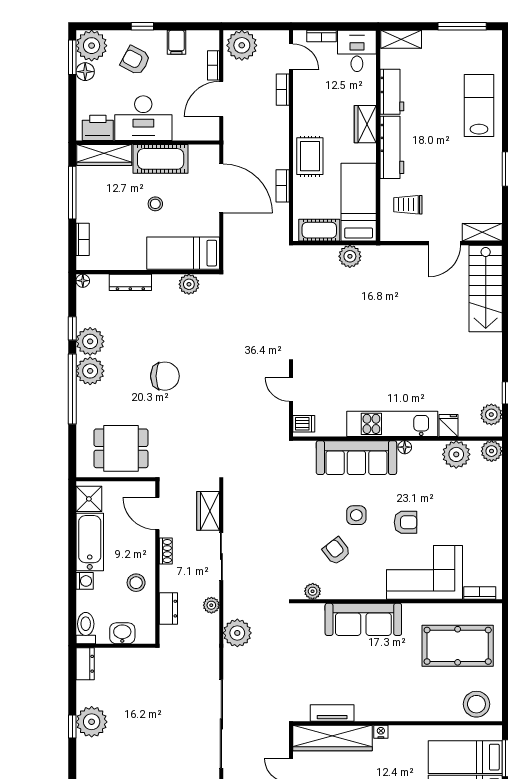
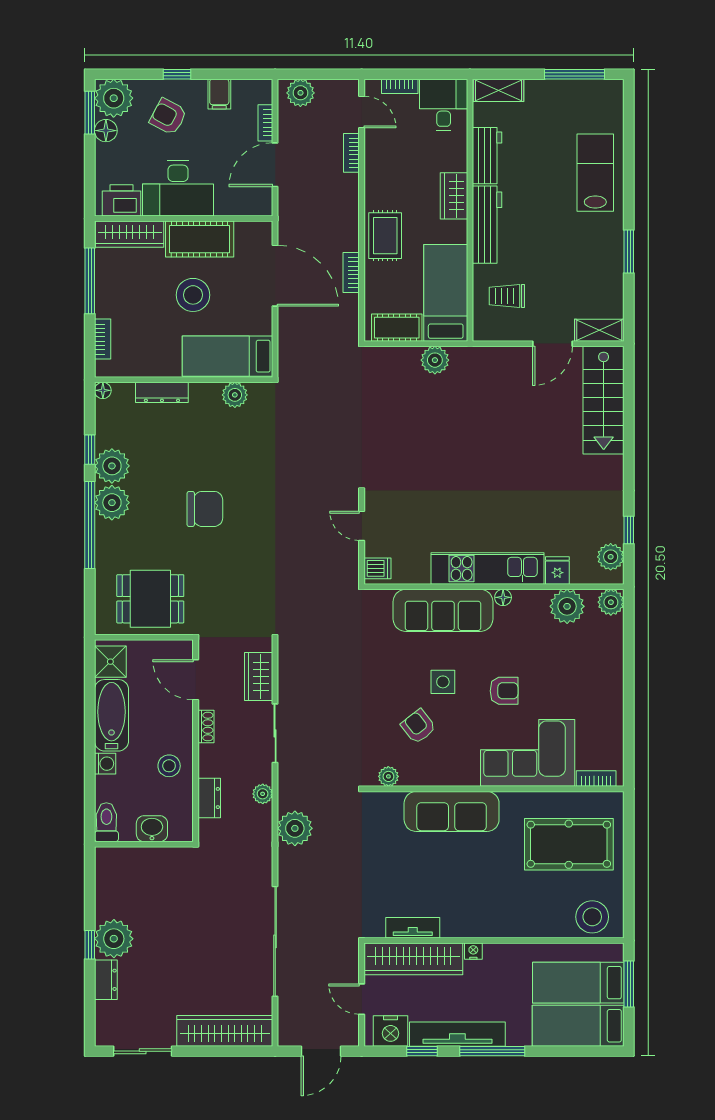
plant: (242, 45) -> (300, 93), width x0.73, depth x0.73
stool: (155, 204) -> (193, 295), width x1.89, depth x1.89
dresser: (85, 664) -> (106, 980), moved

